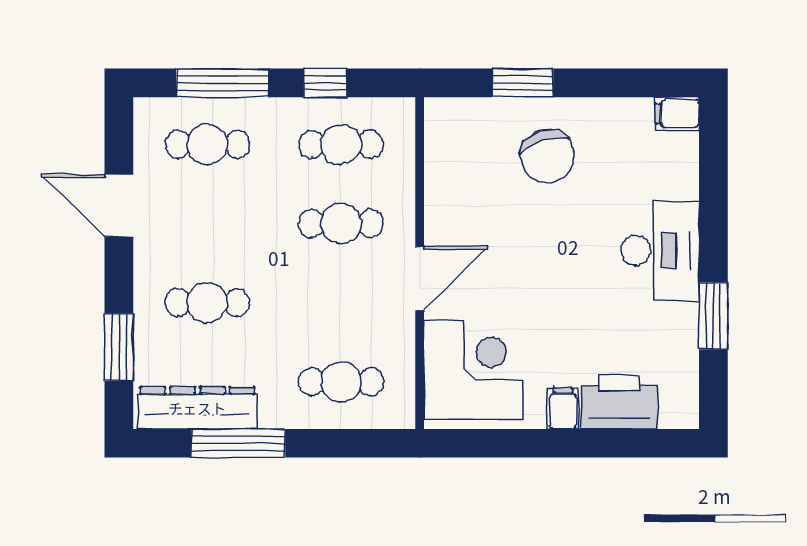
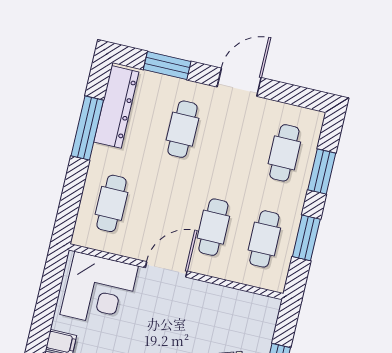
window: (222, 83) -> (322, 172), width x0.69
window: (325, 83) -> (306, 238), width x1.50
door: (119, 206) -> (239, 82), moved
door: (420, 278) -> (166, 269), swing flipped

